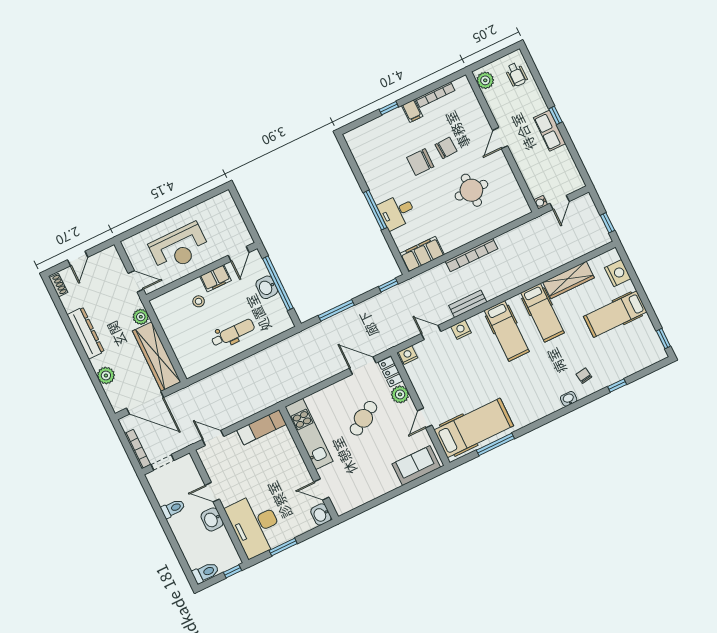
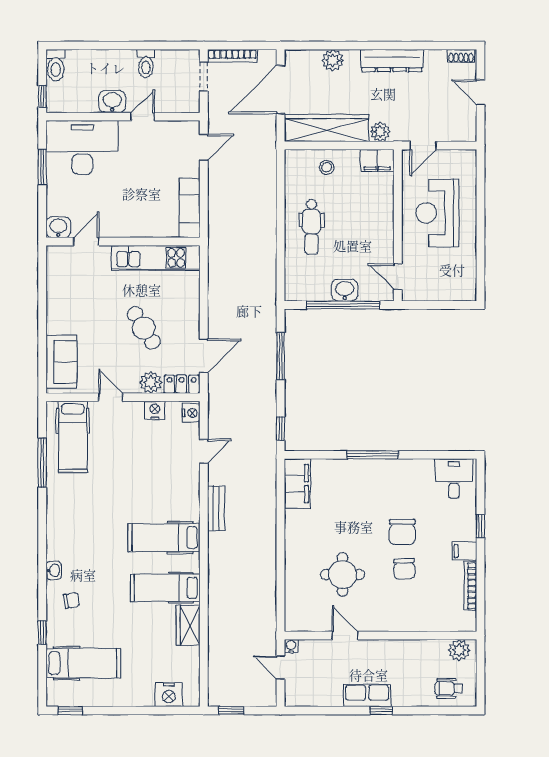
door: (500, 138) -> (345, 636), moved
chair: (420, 162) -> (402, 532), turned 180
desk: (397, 212) -> (454, 479), moved
bookcase: (472, 255) -> (269, 539), removed
filing cabinet: (215, 278) -> (377, 161), moved, turned -90
wardrobe: (569, 280) -> (188, 625), width x0.67
stool: (199, 301) -> (327, 167), moved
hospital bed: (615, 314) -> (83, 663), moved, turned 90
nightstand: (461, 330) -> (155, 410), moved, turned -90
hospital bed: (474, 428) -> (73, 437), width x0.73, depth x0.78

